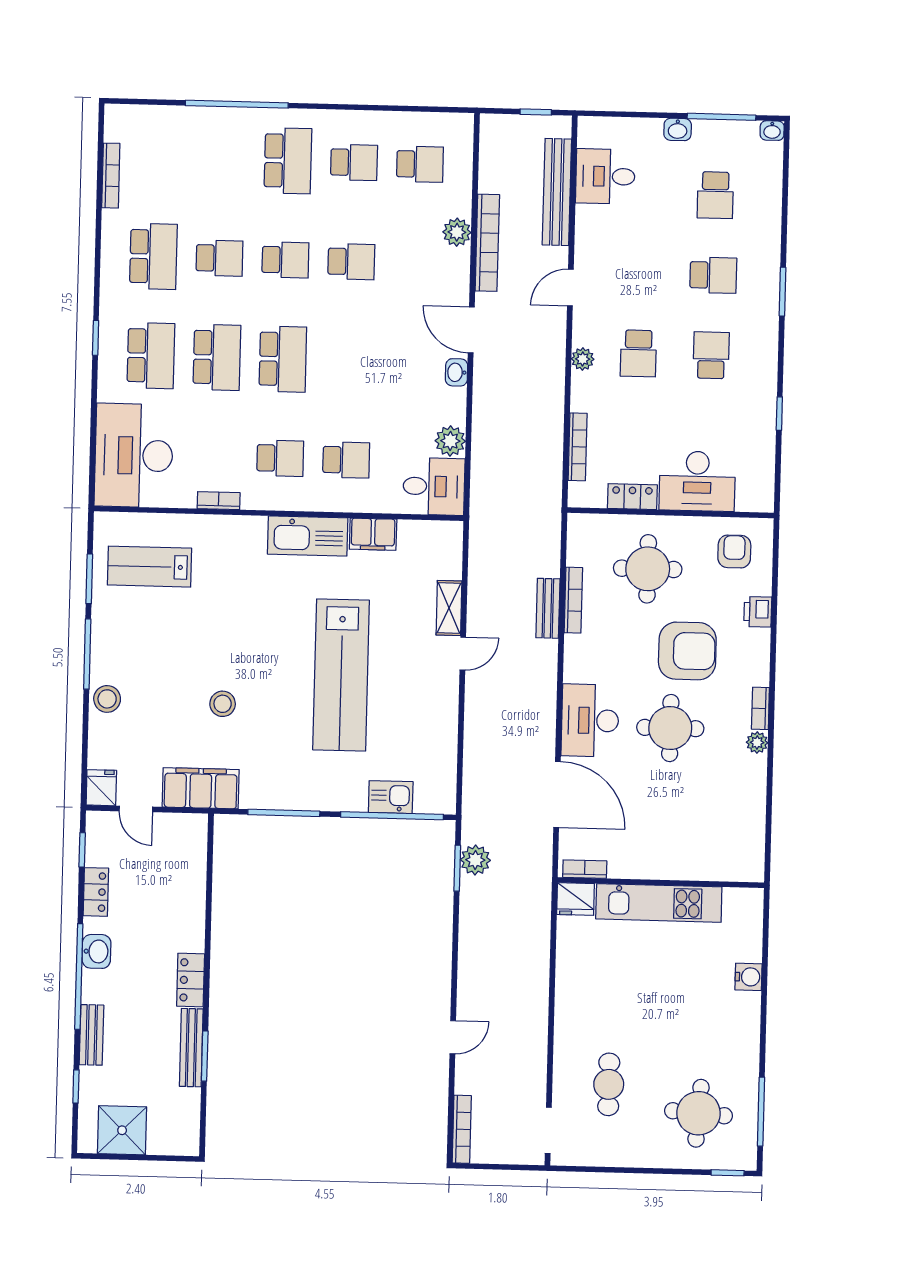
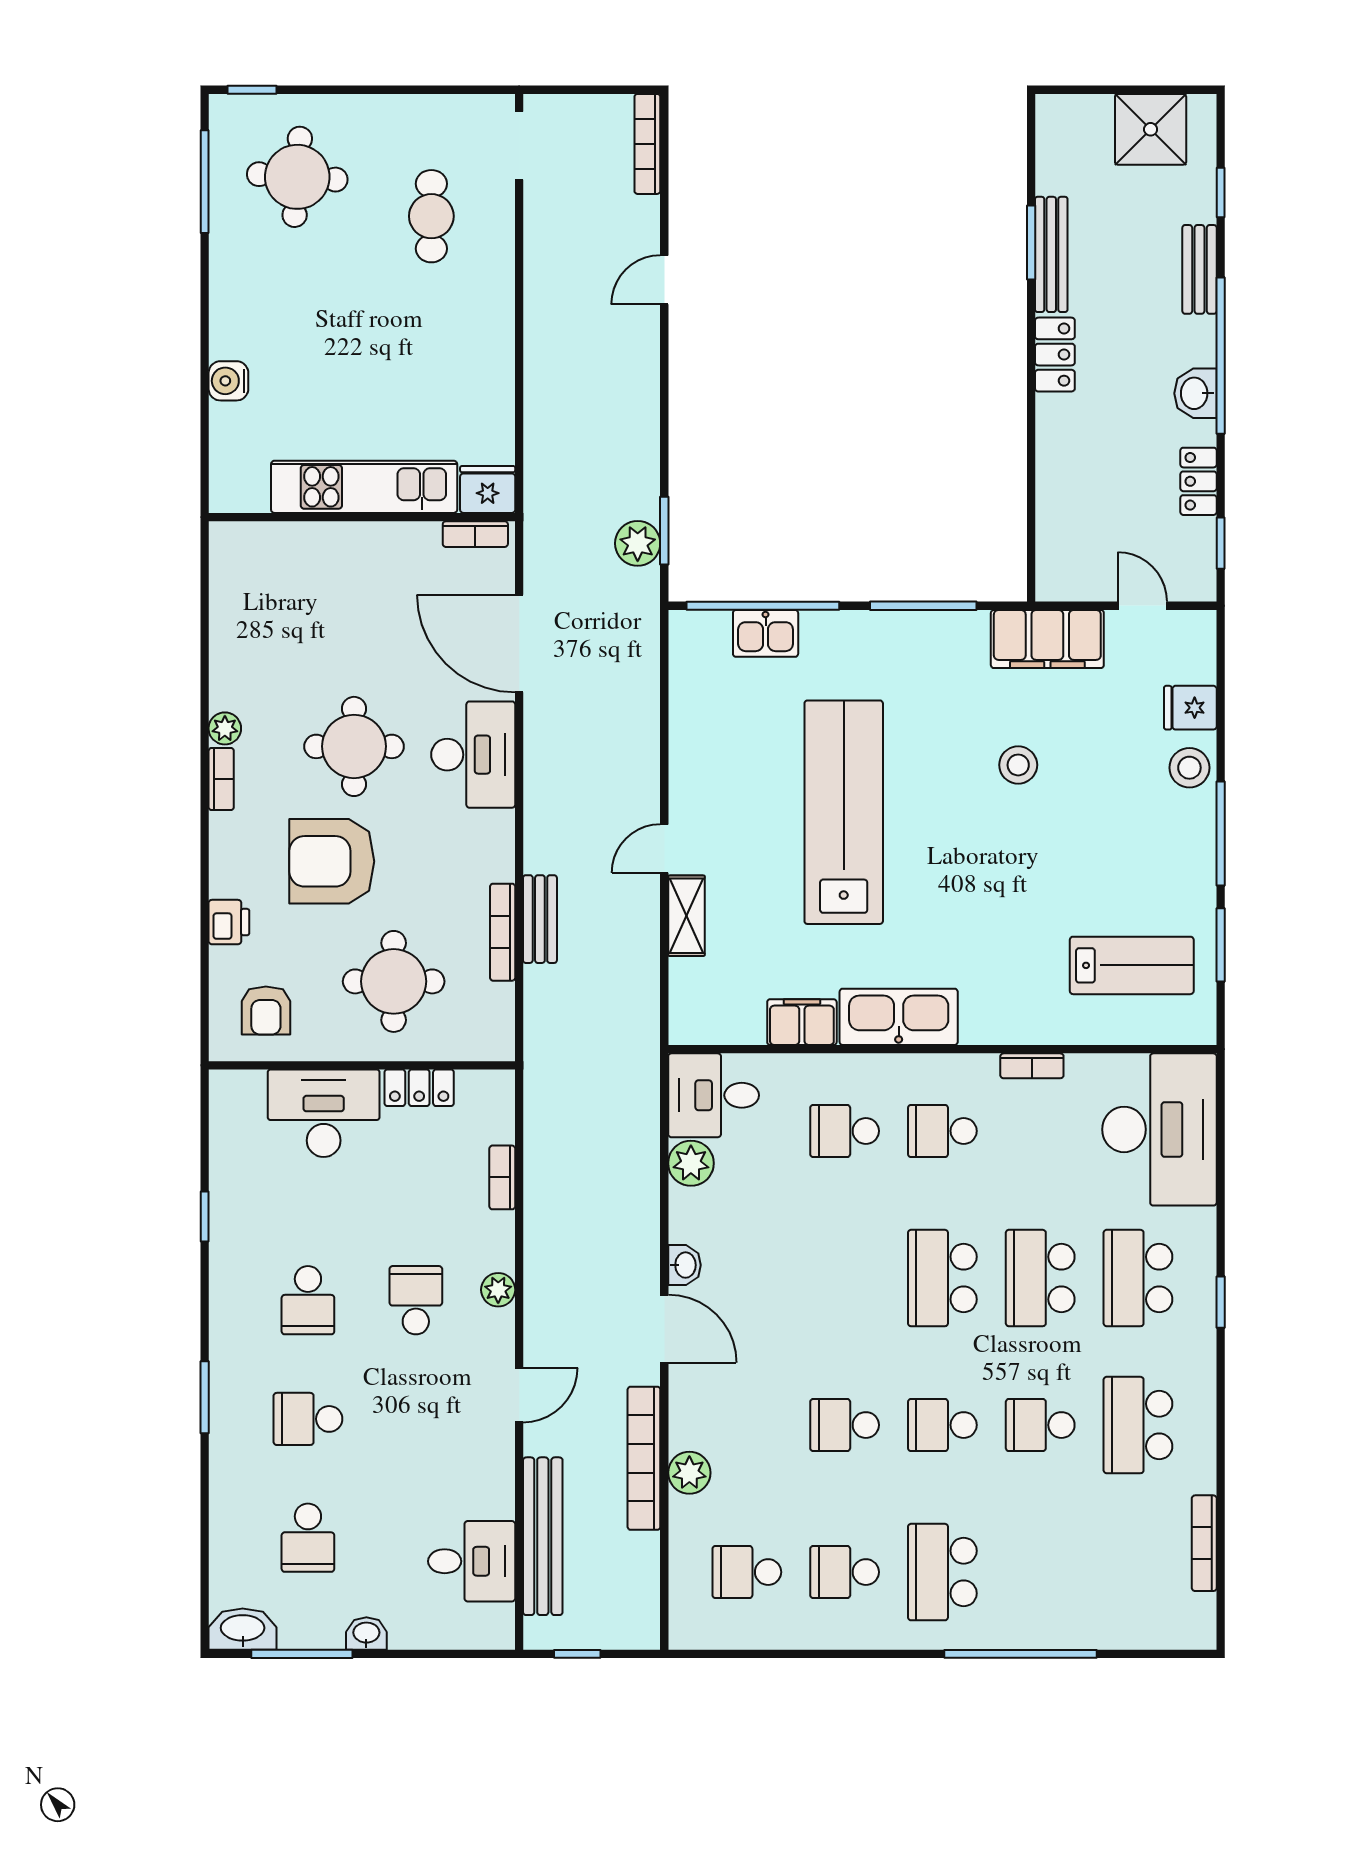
washbasin: (772, 131) -> (243, 1629), width x1.91, depth x1.45
school desk: (715, 195) -> (308, 1538), turned 180
bookcase: (578, 447) -> (502, 1177), width x0.64
fridge: (101, 788) -> (1190, 708), moved, turned 90

